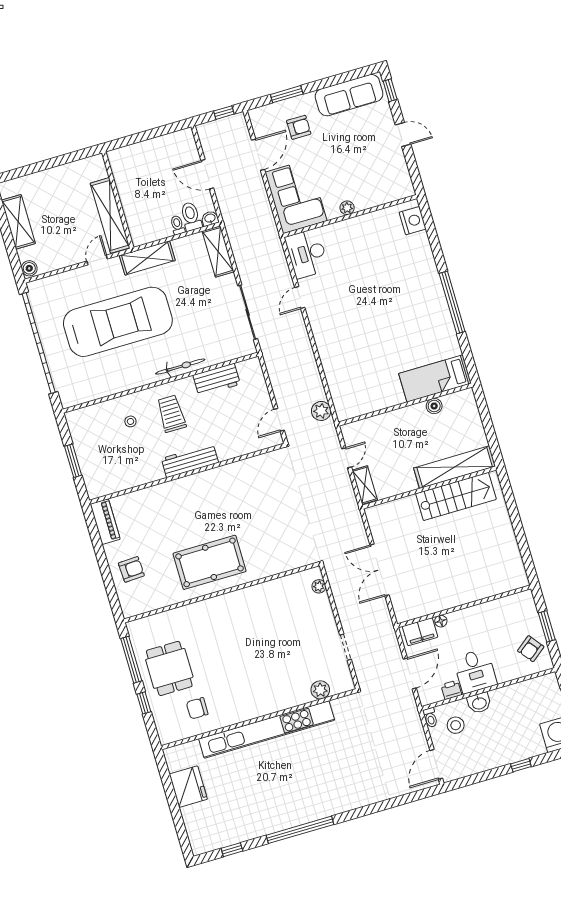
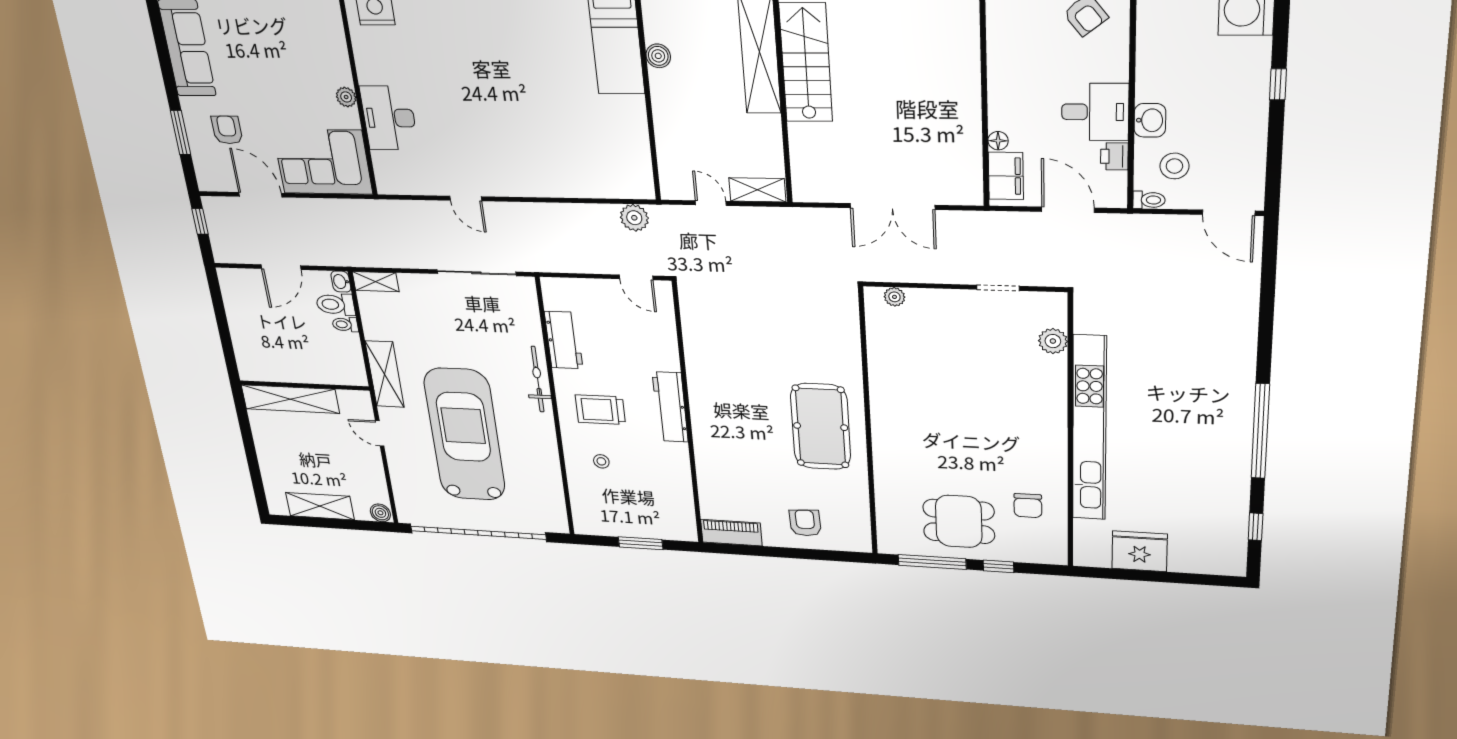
shelving: (110, 215) -> (290, 399), moved
shelving: (218, 251) -> (376, 282), width x0.67, depth x0.75
desk: (307, 254) -> (389, 118), moved, turned 90

